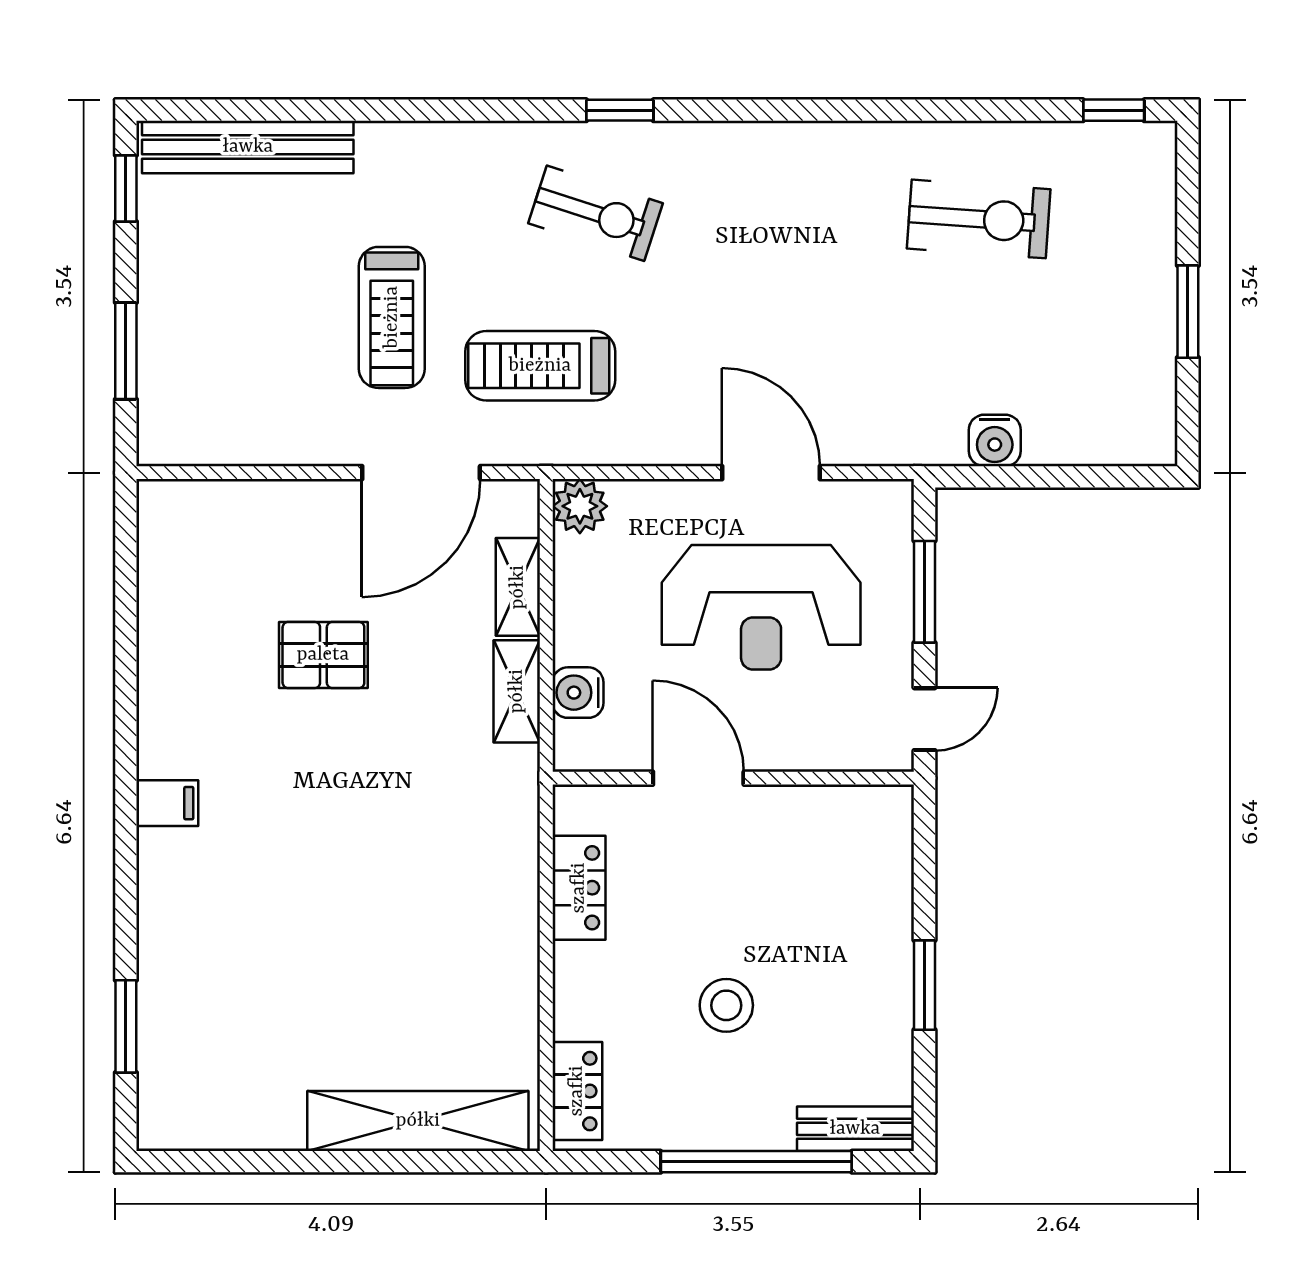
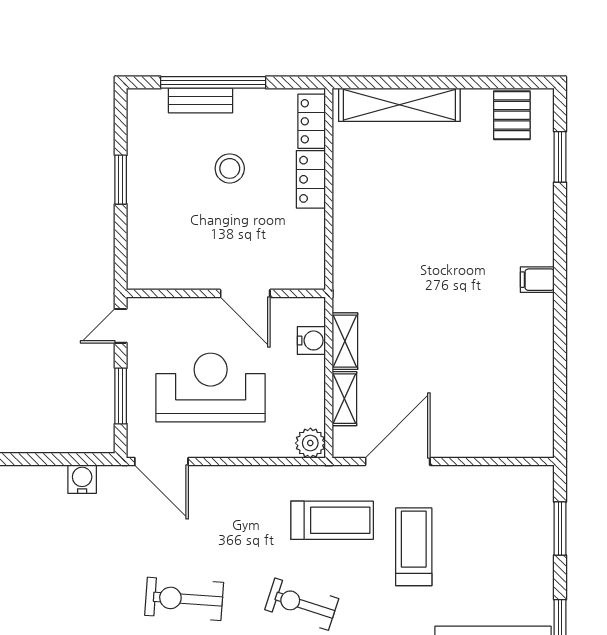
exercise bike: (979, 219) -> (184, 599), moved
door: (771, 473) -> (161, 461), moved
pallet: (323, 655) -> (512, 115), moved, turned 90
locker: (579, 888) -> (311, 179), moved
bench: (855, 1129) -> (201, 101), moved

